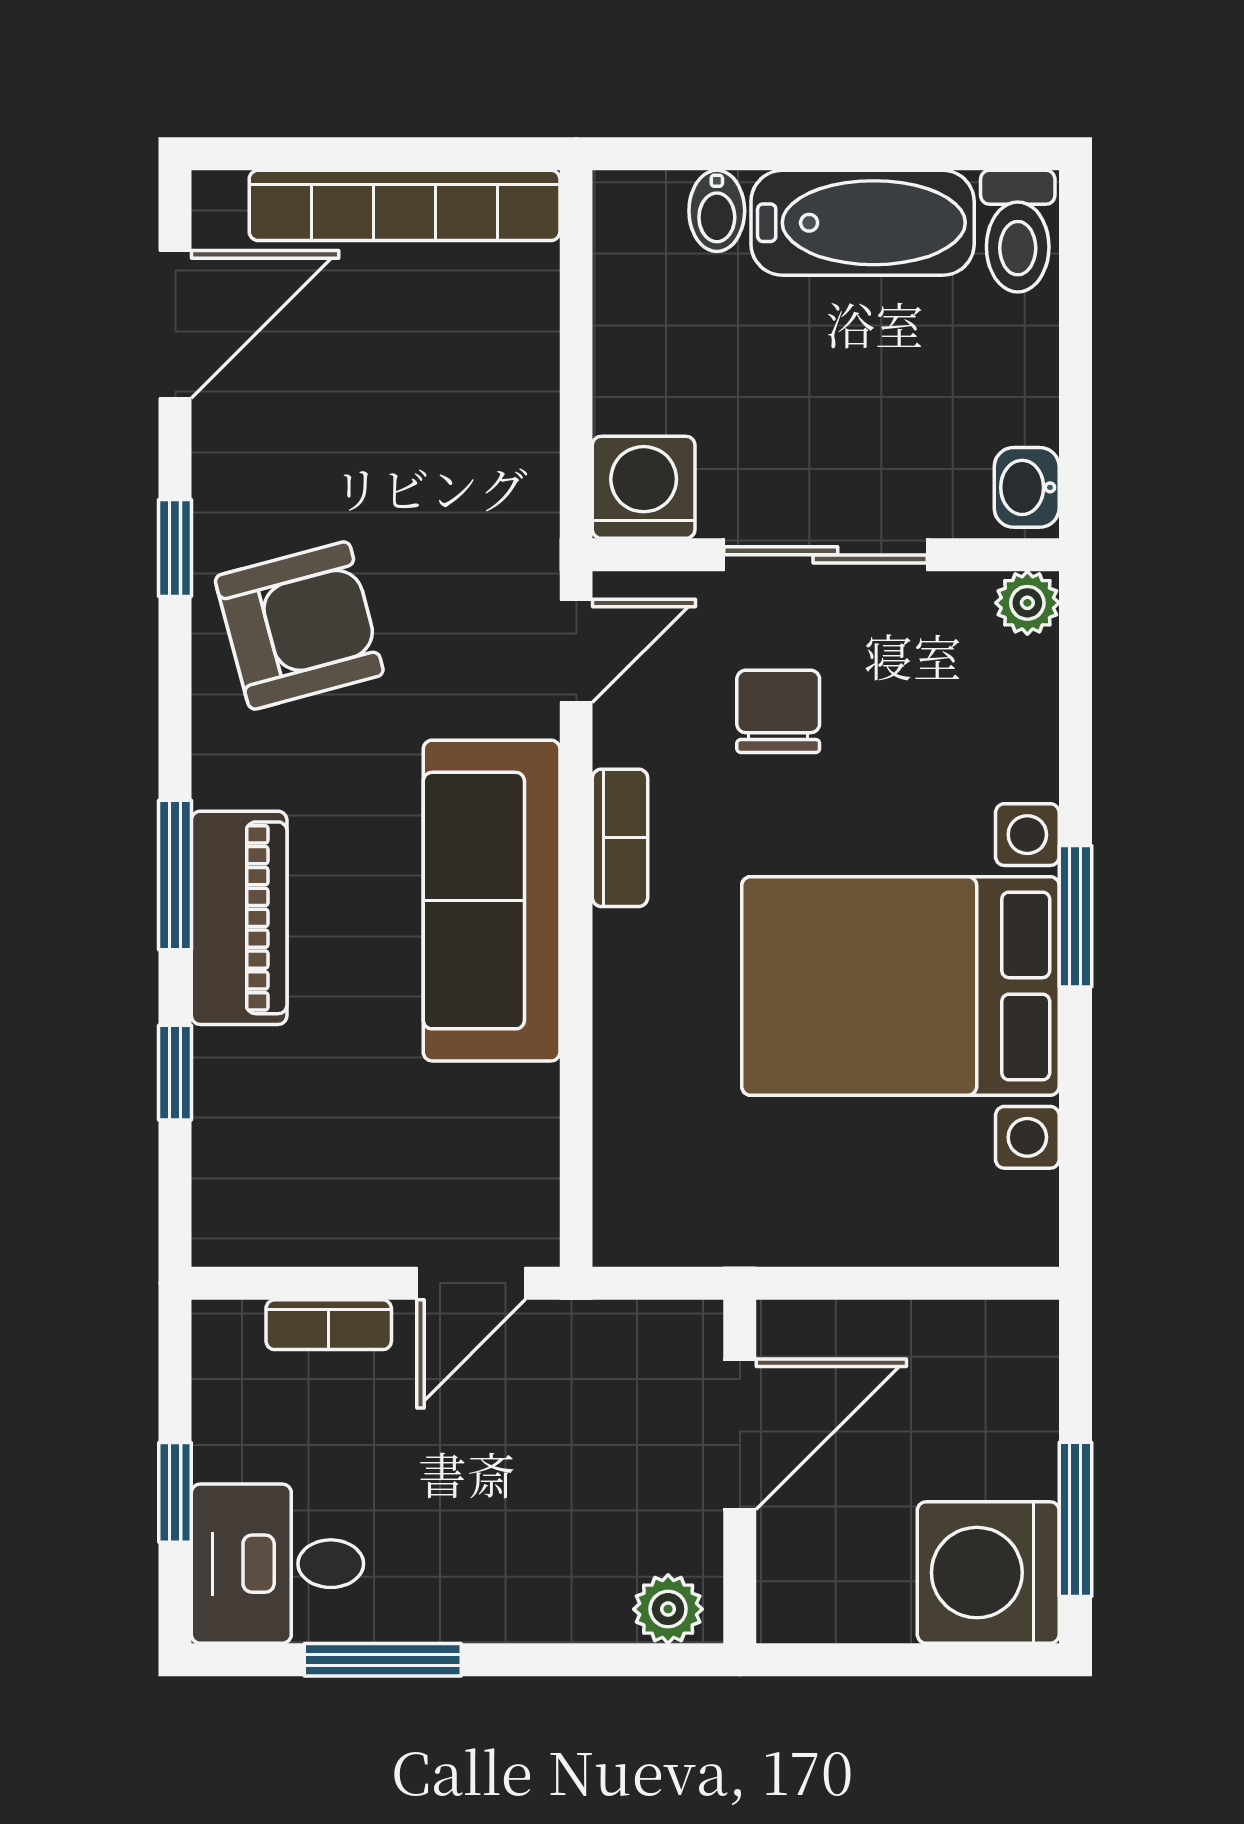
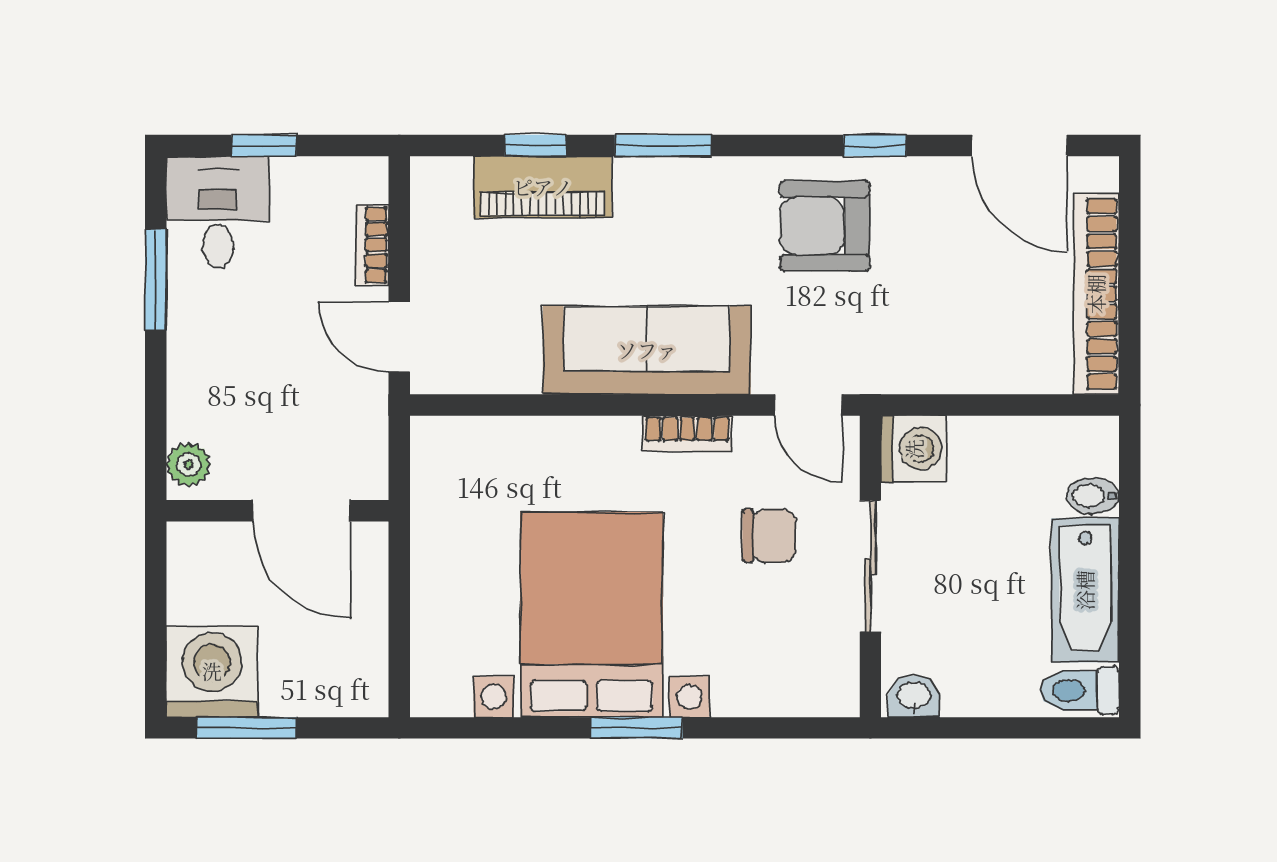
plant: (1027, 603) -> (839, 697), removed
armchair: (299, 625) -> (825, 226), turned 105
piano: (239, 918) -> (543, 187), moved

